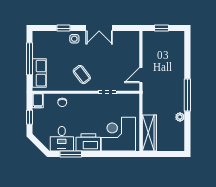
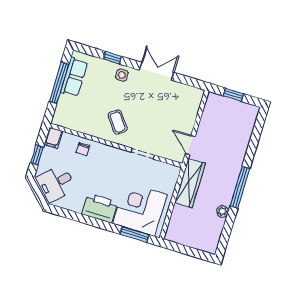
double door: (99, 28) -> (157, 71), swing flipped
row of seats: (39, 73) -> (74, 77), moved
door: (141, 75) -> (190, 145), hinge flipped
wardrobe: (149, 133) -> (190, 183), moved
desk: (62, 139) -> (56, 183), moved, turned 45
window: (71, 154) -> (134, 234), moved

